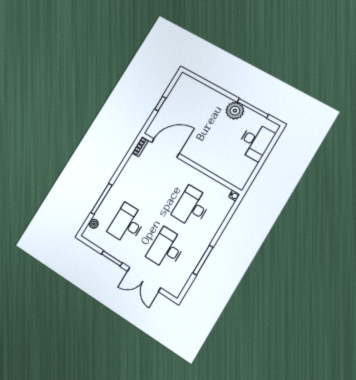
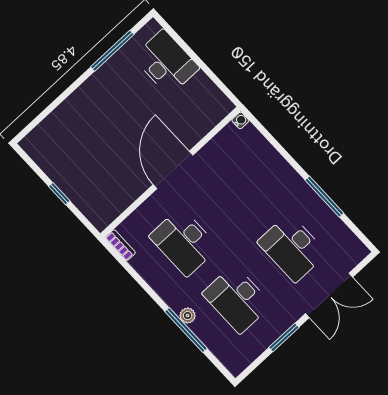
plant: (235, 111) -> (107, 79), removed
door: (165, 148) -> (173, 170), moved
desk: (192, 207) -> (184, 242), moved
plant: (94, 224) -> (188, 316), moved

